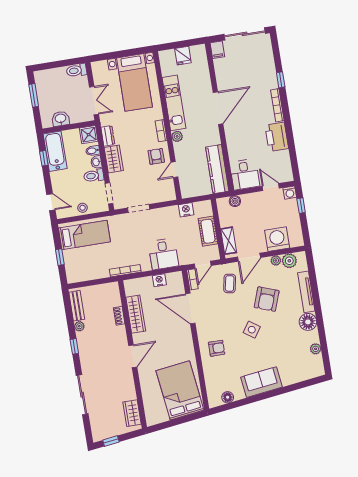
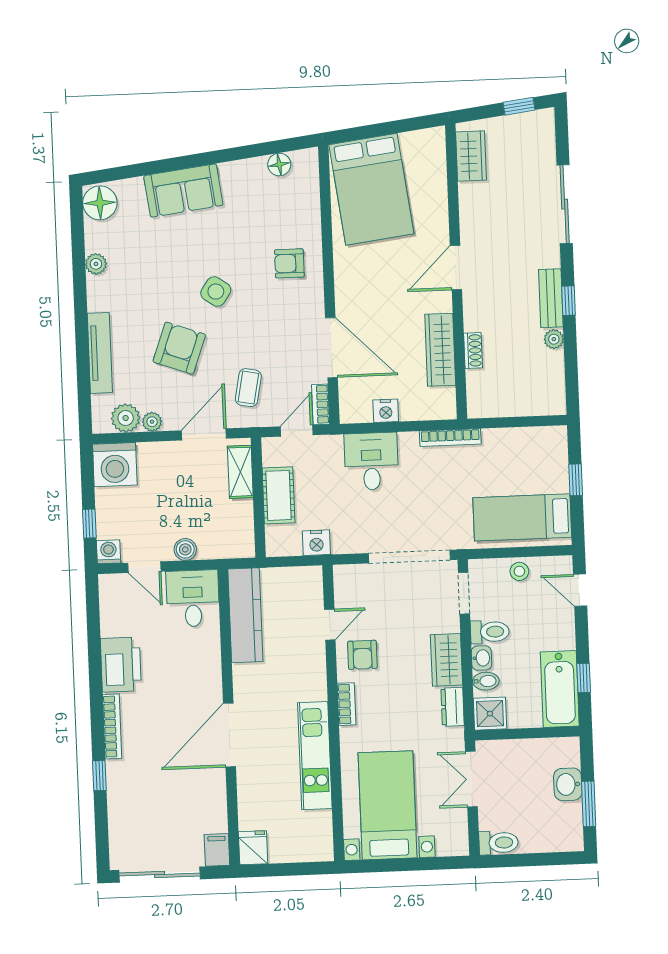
fridge: (183, 56) -> (253, 848), moved
washbasin: (61, 119) -> (568, 784), moved, turned 90
plant: (177, 136) -> (317, 689), removed
boiler: (235, 201) -> (185, 549), moved
doorway: (139, 209) -> (409, 557), width x1.88
washing machine: (277, 239) -> (115, 465), moved
bench: (77, 306) -> (551, 298), moved
floor lamp: (308, 322) -> (100, 203), moved
plant: (316, 349) -> (96, 264), moved
sofa: (262, 382) -> (183, 190), moved

